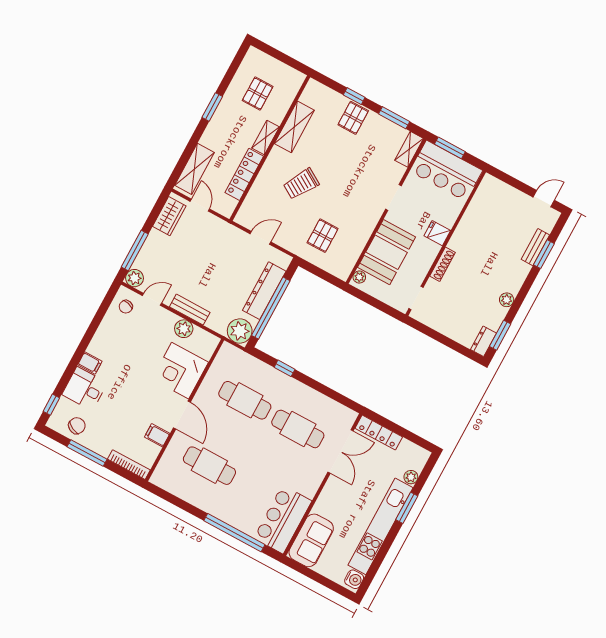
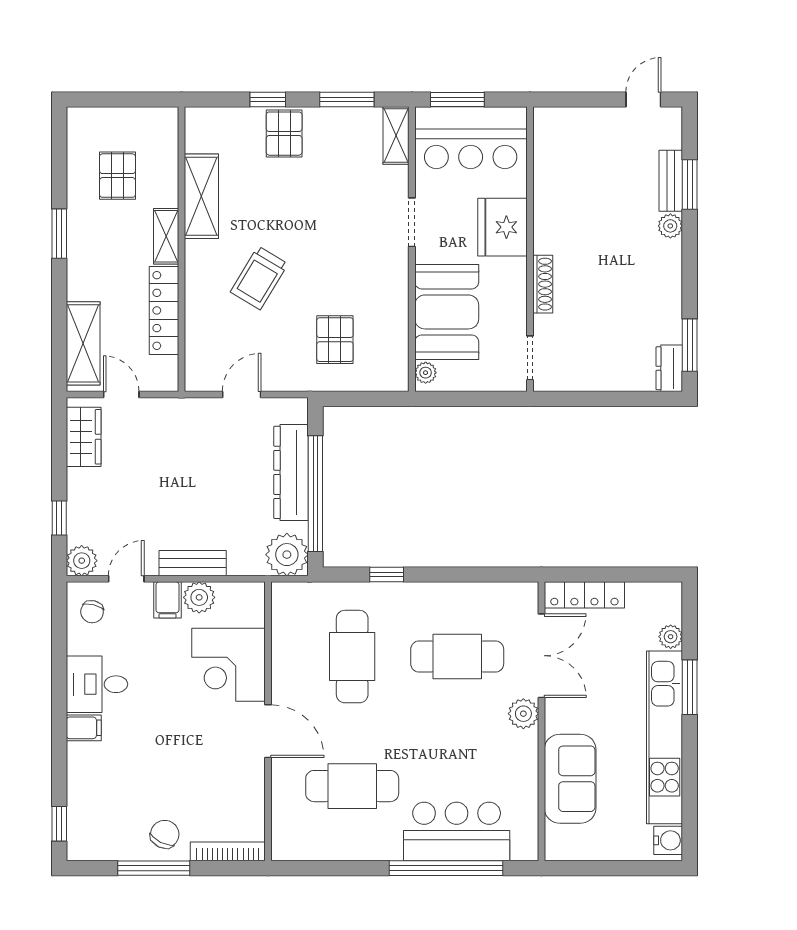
fridge: (437, 233) -> (502, 227), width x1.88, depth x1.34
window: (135, 250) -> (59, 518), width x0.46
plant: (507, 300) -> (670, 226), moved
desk: (85, 389) -> (97, 684), moved
cafe table: (245, 400) -> (352, 657), turned 90
chair: (77, 426) -> (165, 834), moved
filing cabinet: (157, 435) -> (167, 600), moved, turned -90
plant: (316, 476) -> (523, 714), added
bar counter: (283, 519) -> (457, 831), moved, turned 90
sofa: (311, 540) -> (570, 779), moved

